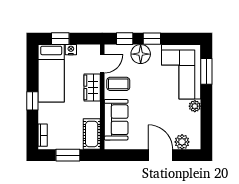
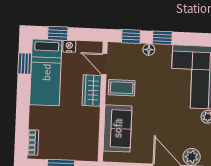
floor lamp: (141, 54) -> (149, 50), width x0.53, depth x0.53
door: (102, 64) -> (104, 64), swing flipped
window: (32, 101) -> (25, 63), moved
cot: (92, 134) -> (89, 144), removed

